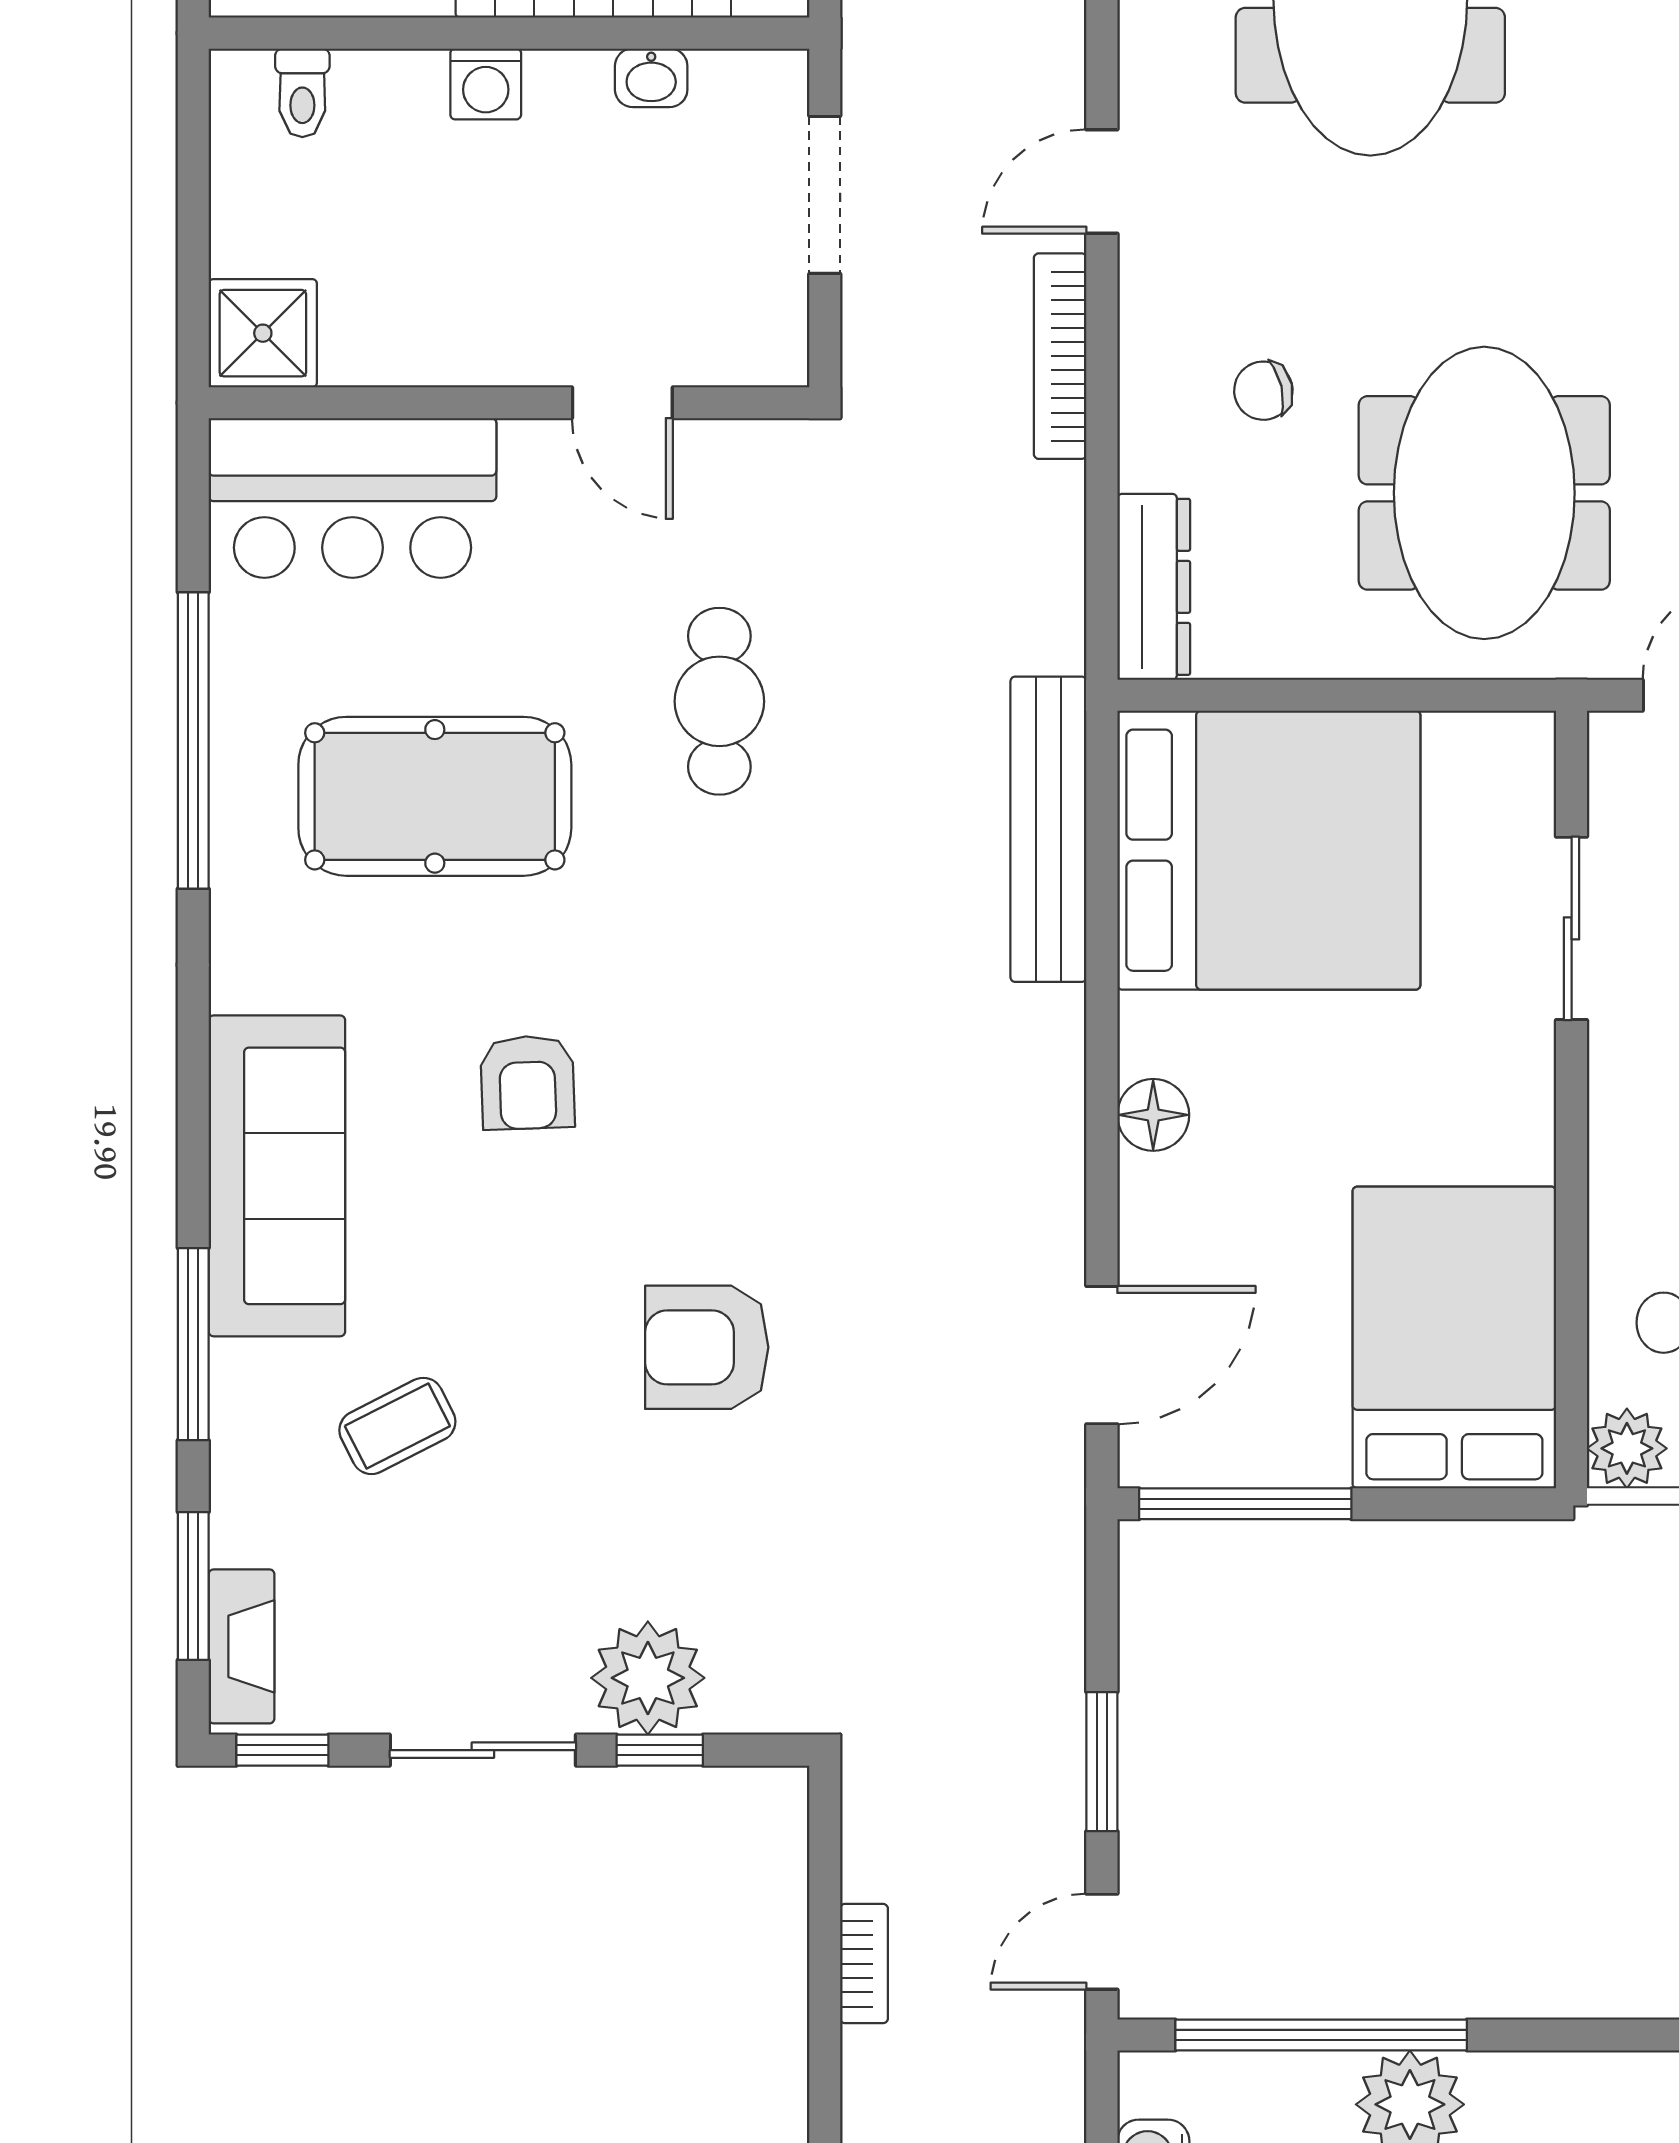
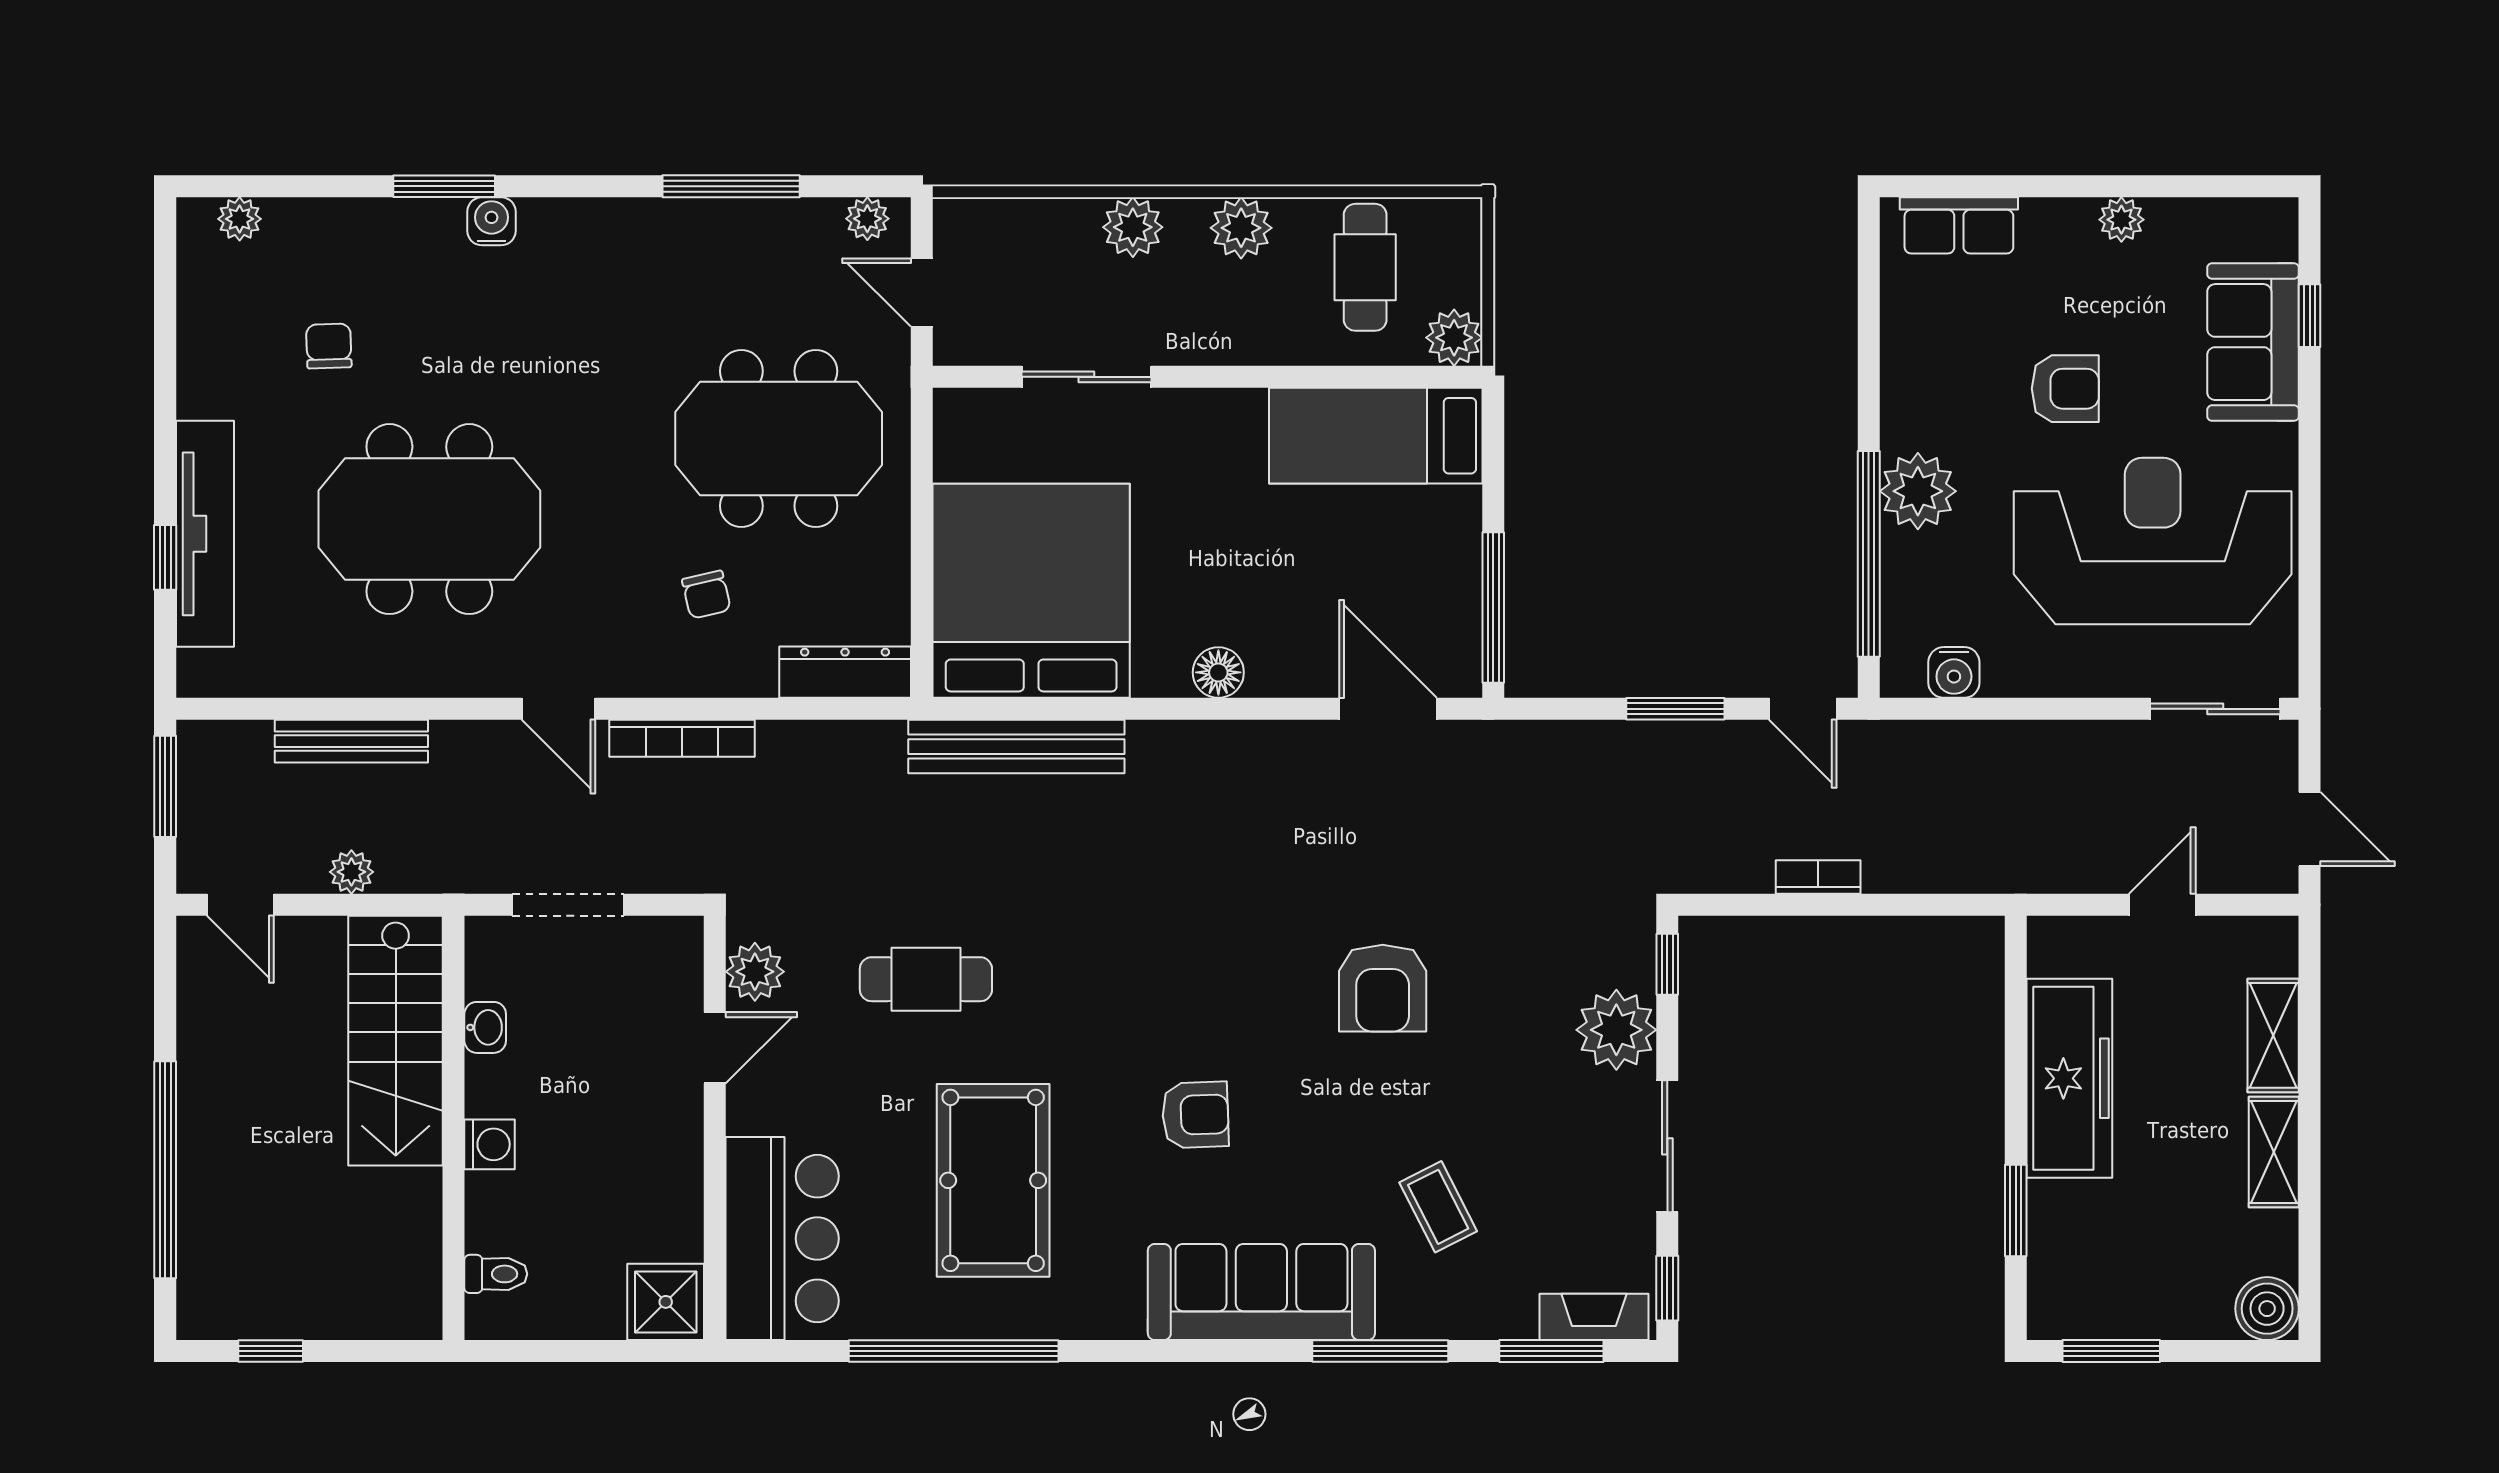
plant: (730, 459) -> (755, 972), added
bed: (1454, 1337) -> (1376, 436), width x0.67
window: (660, 1750) -> (1667, 964), moved

